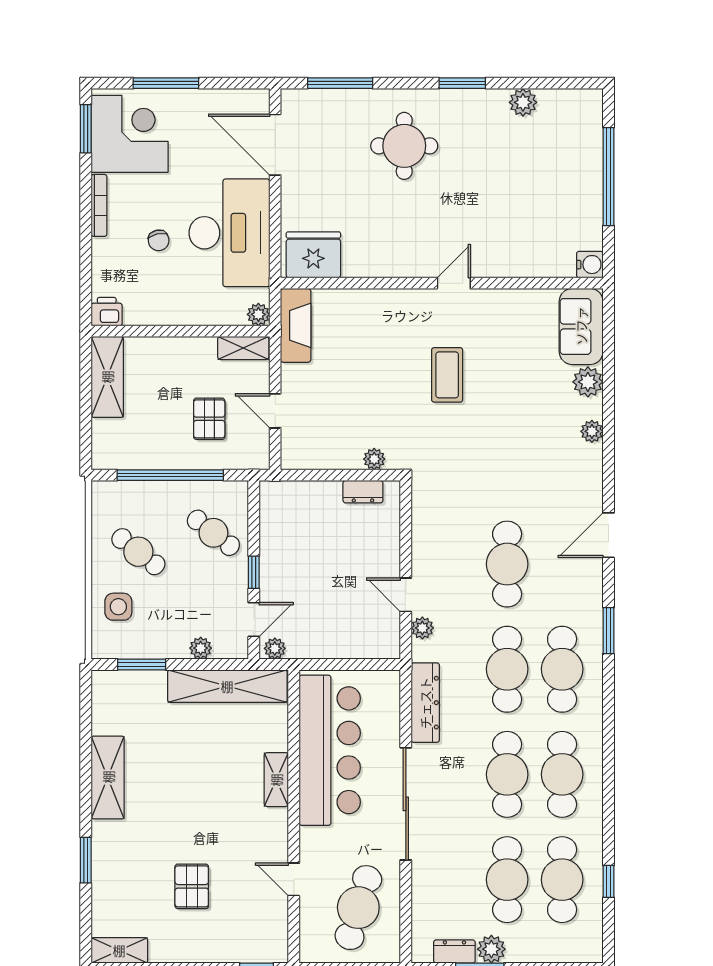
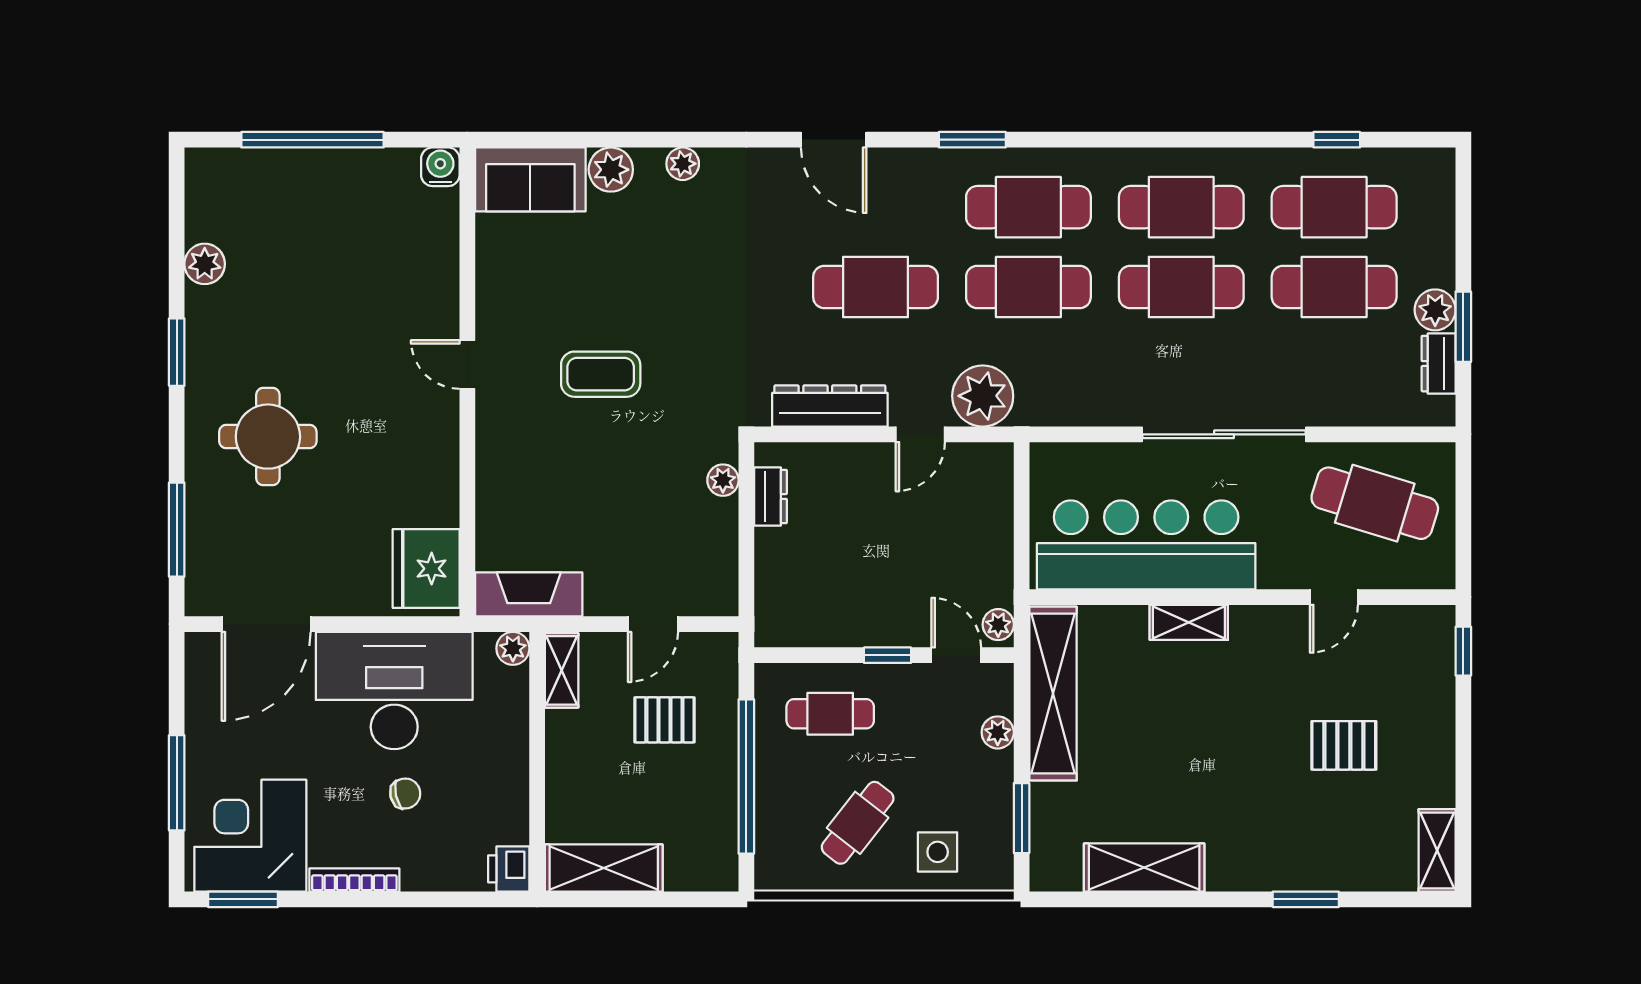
cafe table: (213, 533) -> (830, 714), turned 52
plant: (422, 628) -> (983, 396), width x1.87, depth x1.87
dresser: (425, 703) -> (830, 406), moved
shelving: (108, 777) -> (1144, 867), moved

